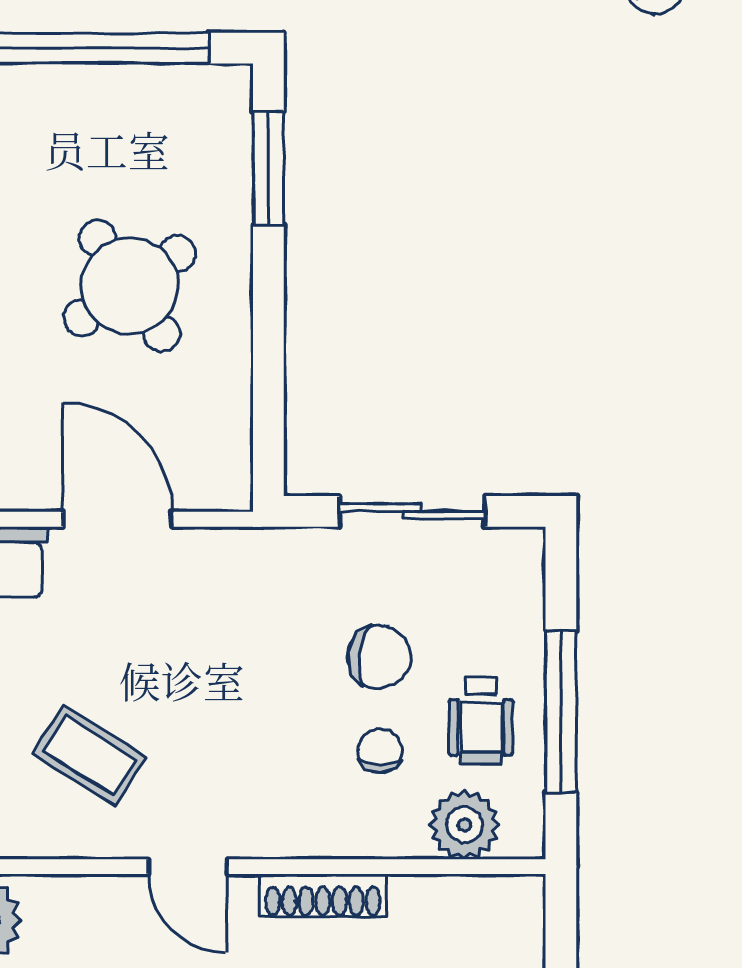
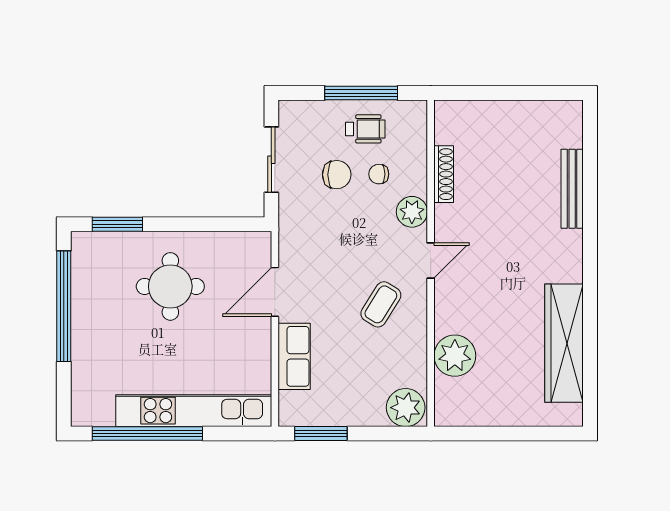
round table: (130, 286) -> (170, 286), turned 34
chair: (379, 657) -> (337, 175), turned 82
plant: (464, 825) -> (412, 212), moved
shoe rack: (323, 895) -> (444, 174), moved

